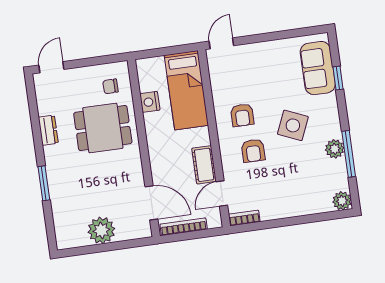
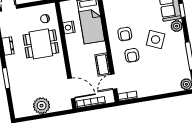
plant: (335, 149) -> (177, 26), moved

